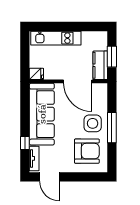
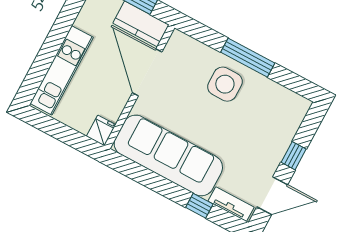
door: (78, 81) -> (147, 72), swing flipped
armchair: (87, 151) -> (263, 116), removed
window: (75, 177) -> (294, 156), added

